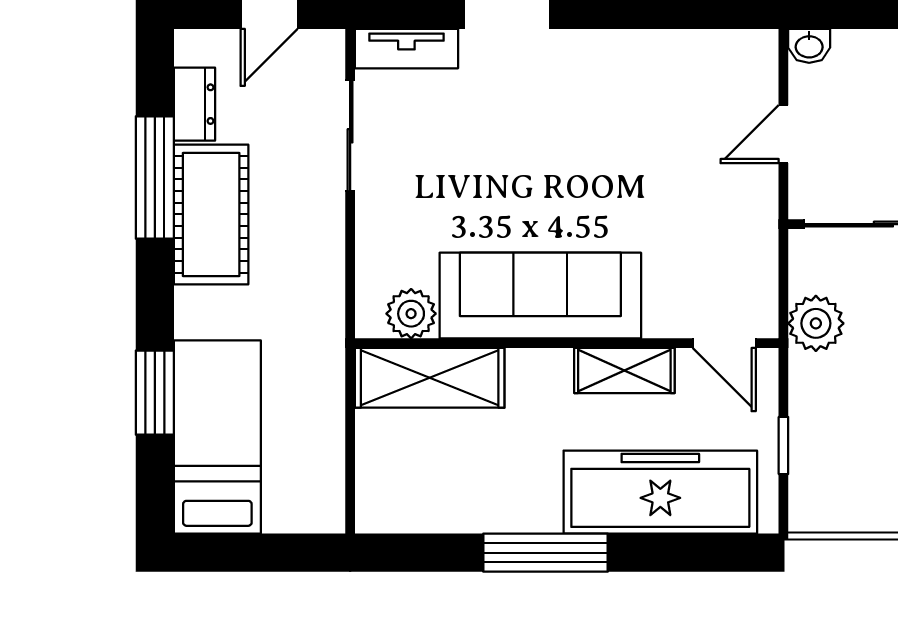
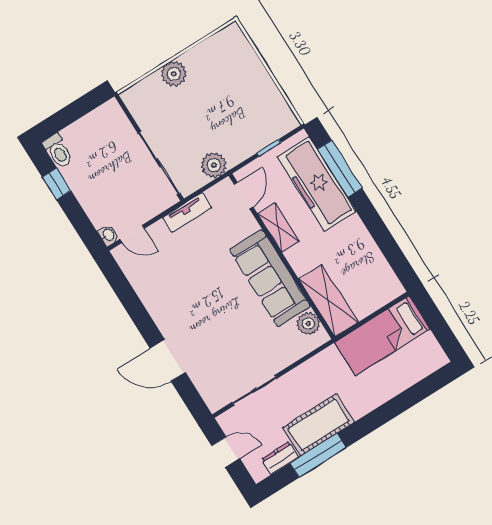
tv unit: (406, 49) -> (187, 213), moved, turned 90
door: (783, 134) -> (132, 234), moved
window: (155, 393) -> (401, 403), removed
bed: (217, 437) -> (382, 336), moved
window: (546, 553) -> (340, 169), moved

